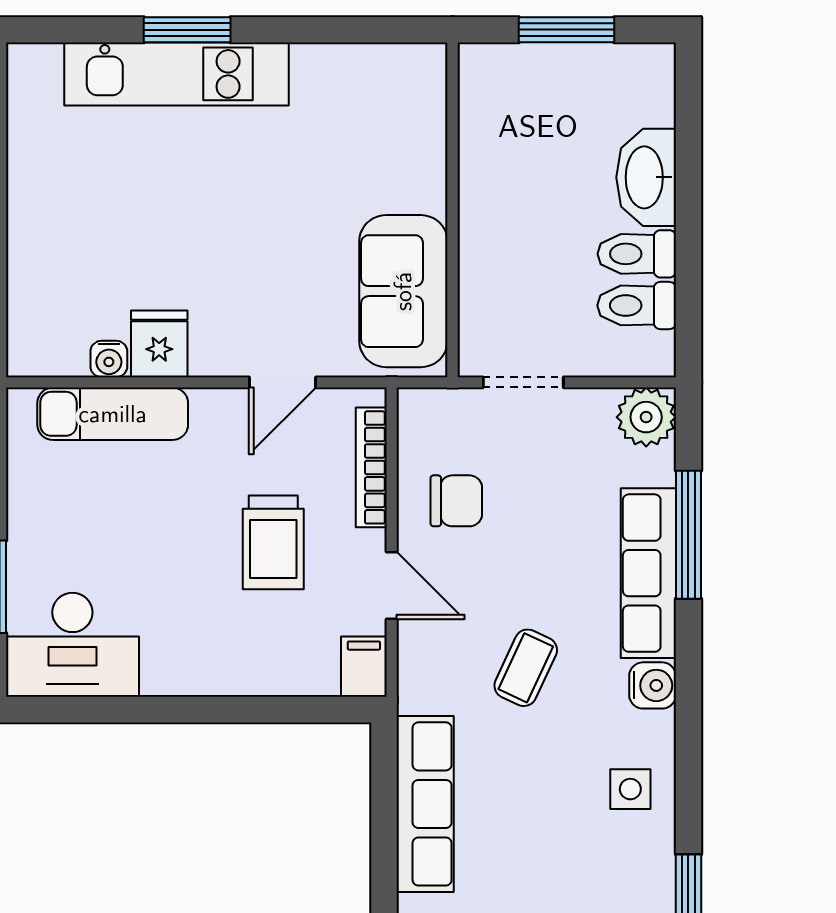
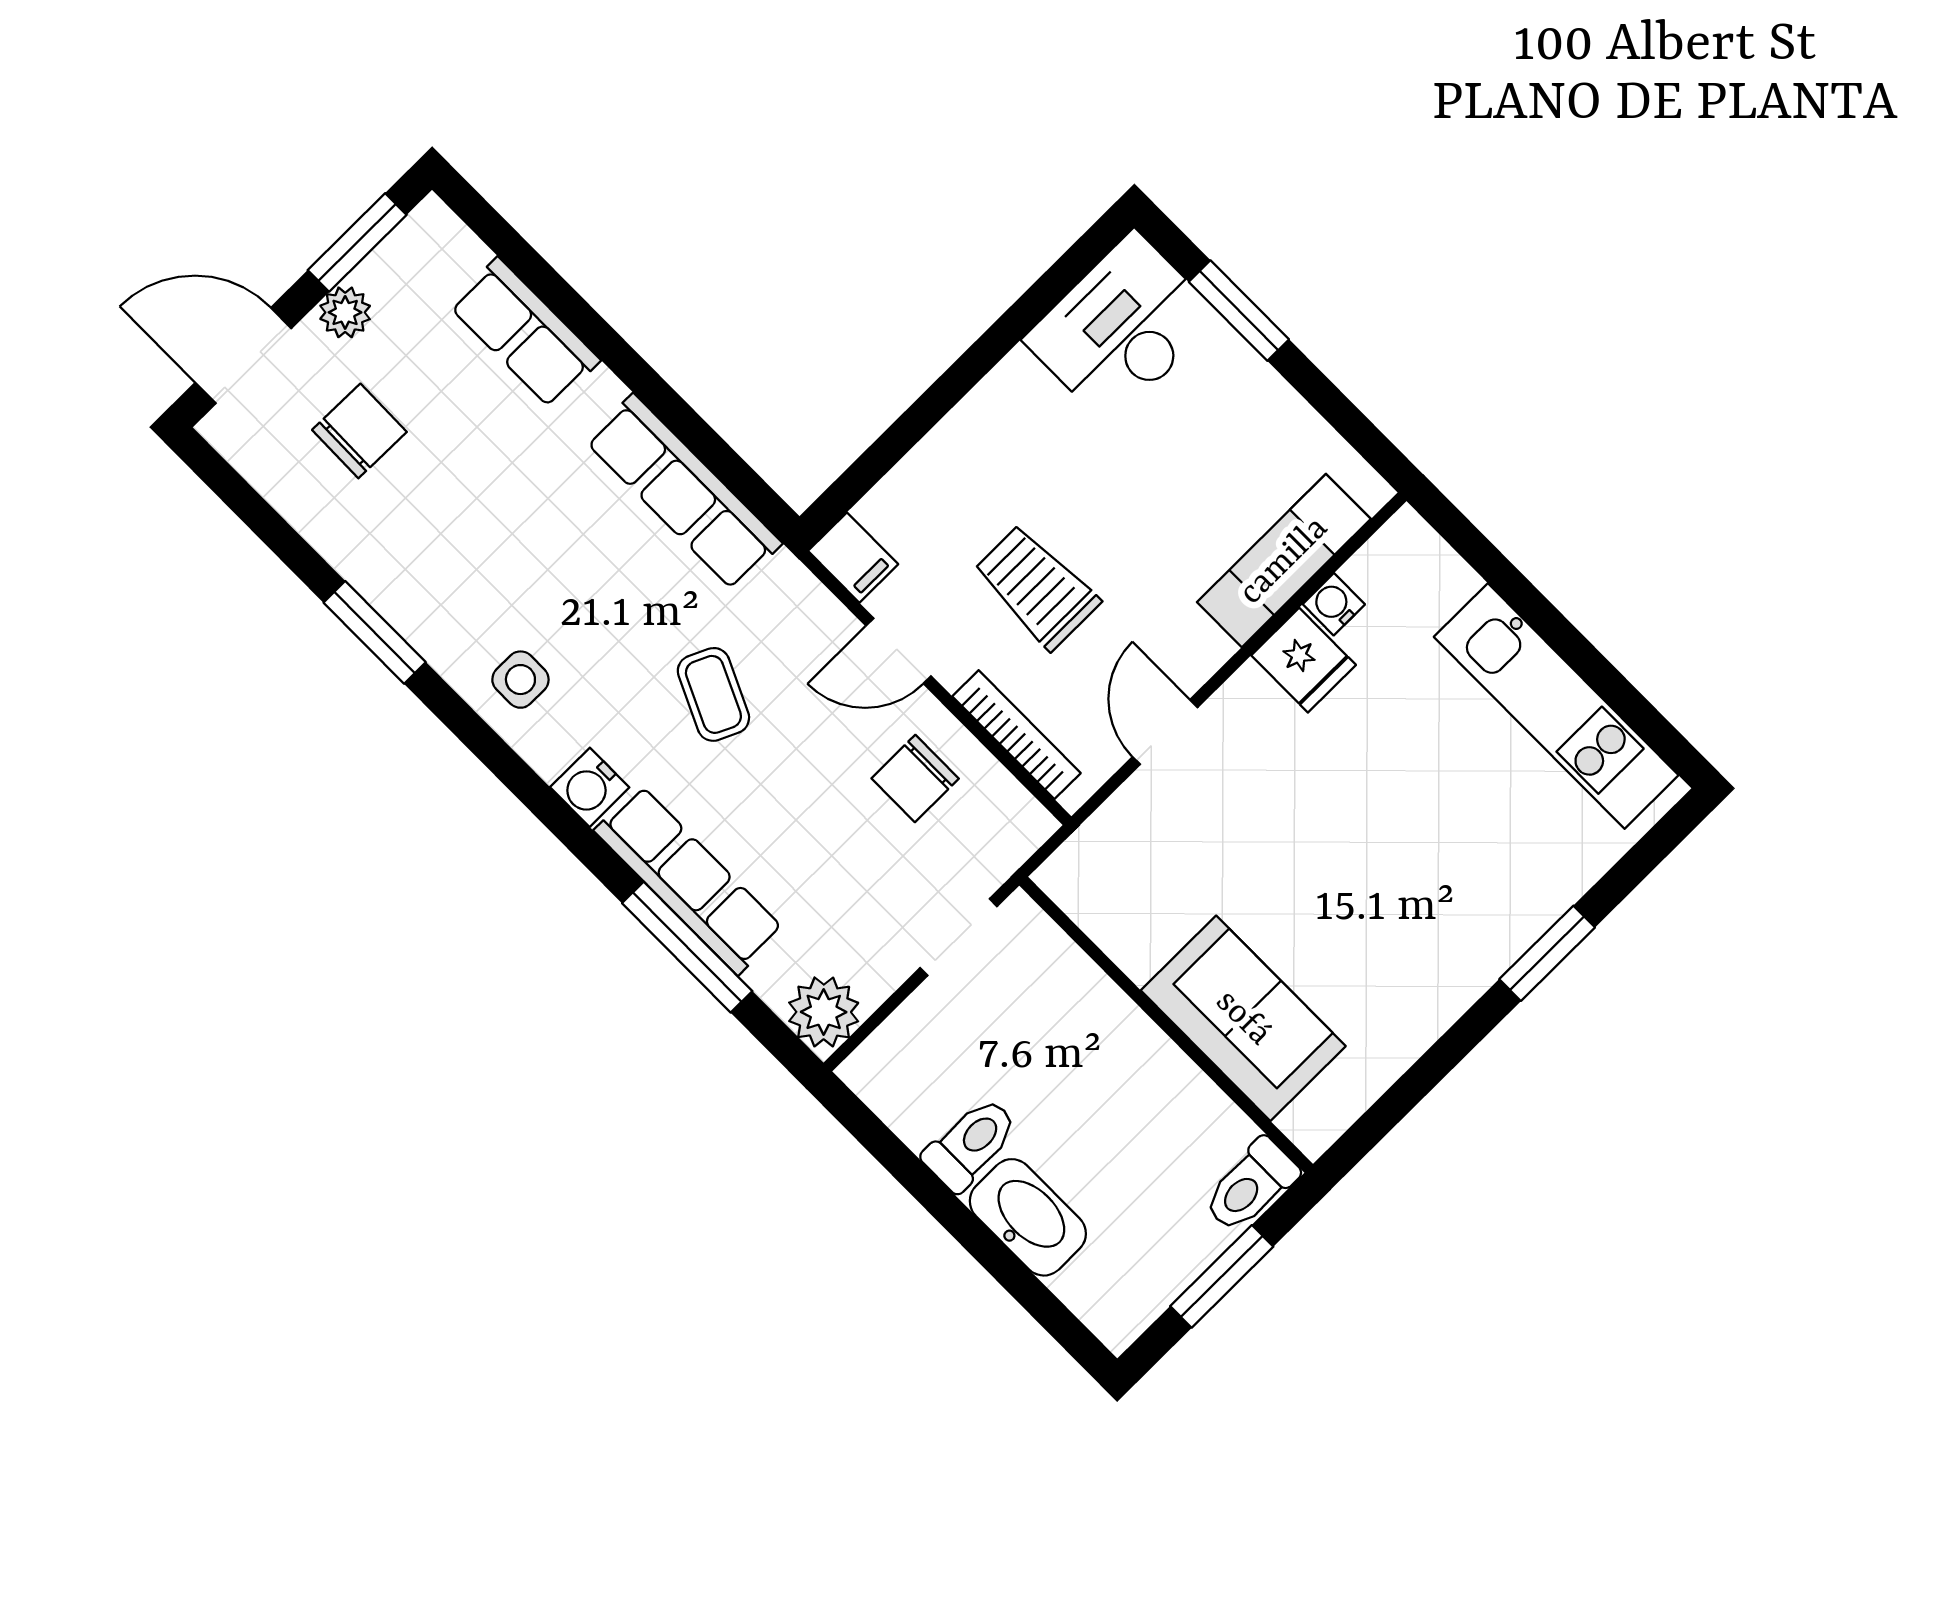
kitchen unit: (177, 74) -> (1556, 706), moved, turned -90
sofa: (403, 291) -> (1243, 1018), moved
toilet: (637, 305) -> (1251, 1186), moved, turned 180

